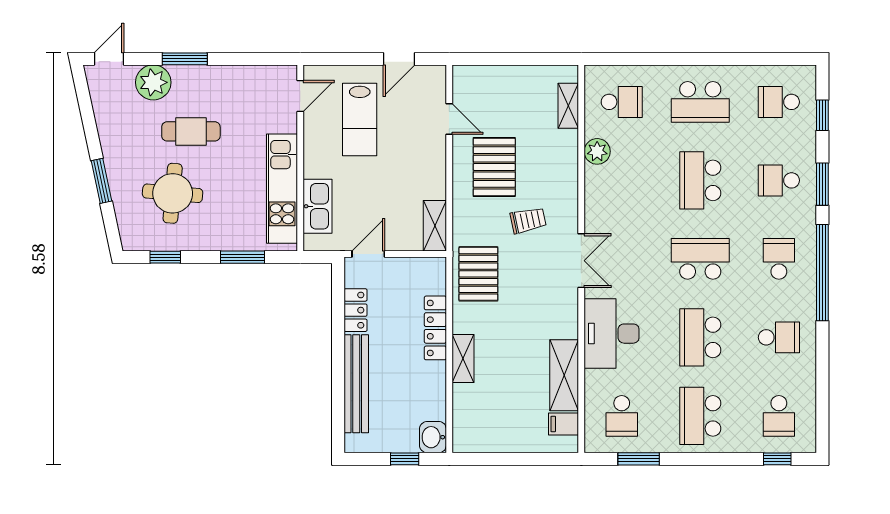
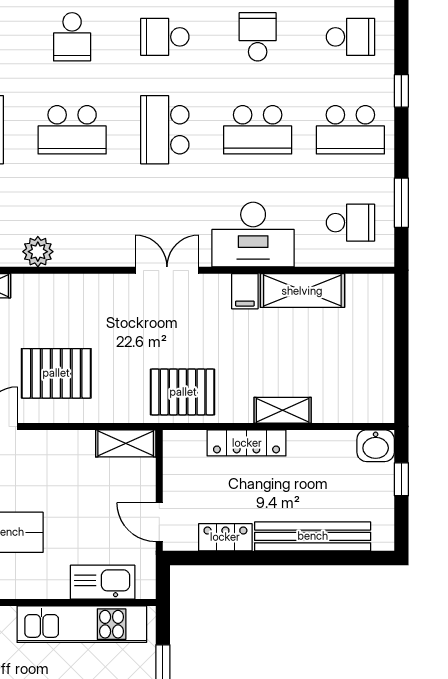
trolley: (528, 220) -> (119, 333), removed
filing cabinet: (564, 424) -> (245, 291), moved
window: (777, 459) -> (401, 91), moved

